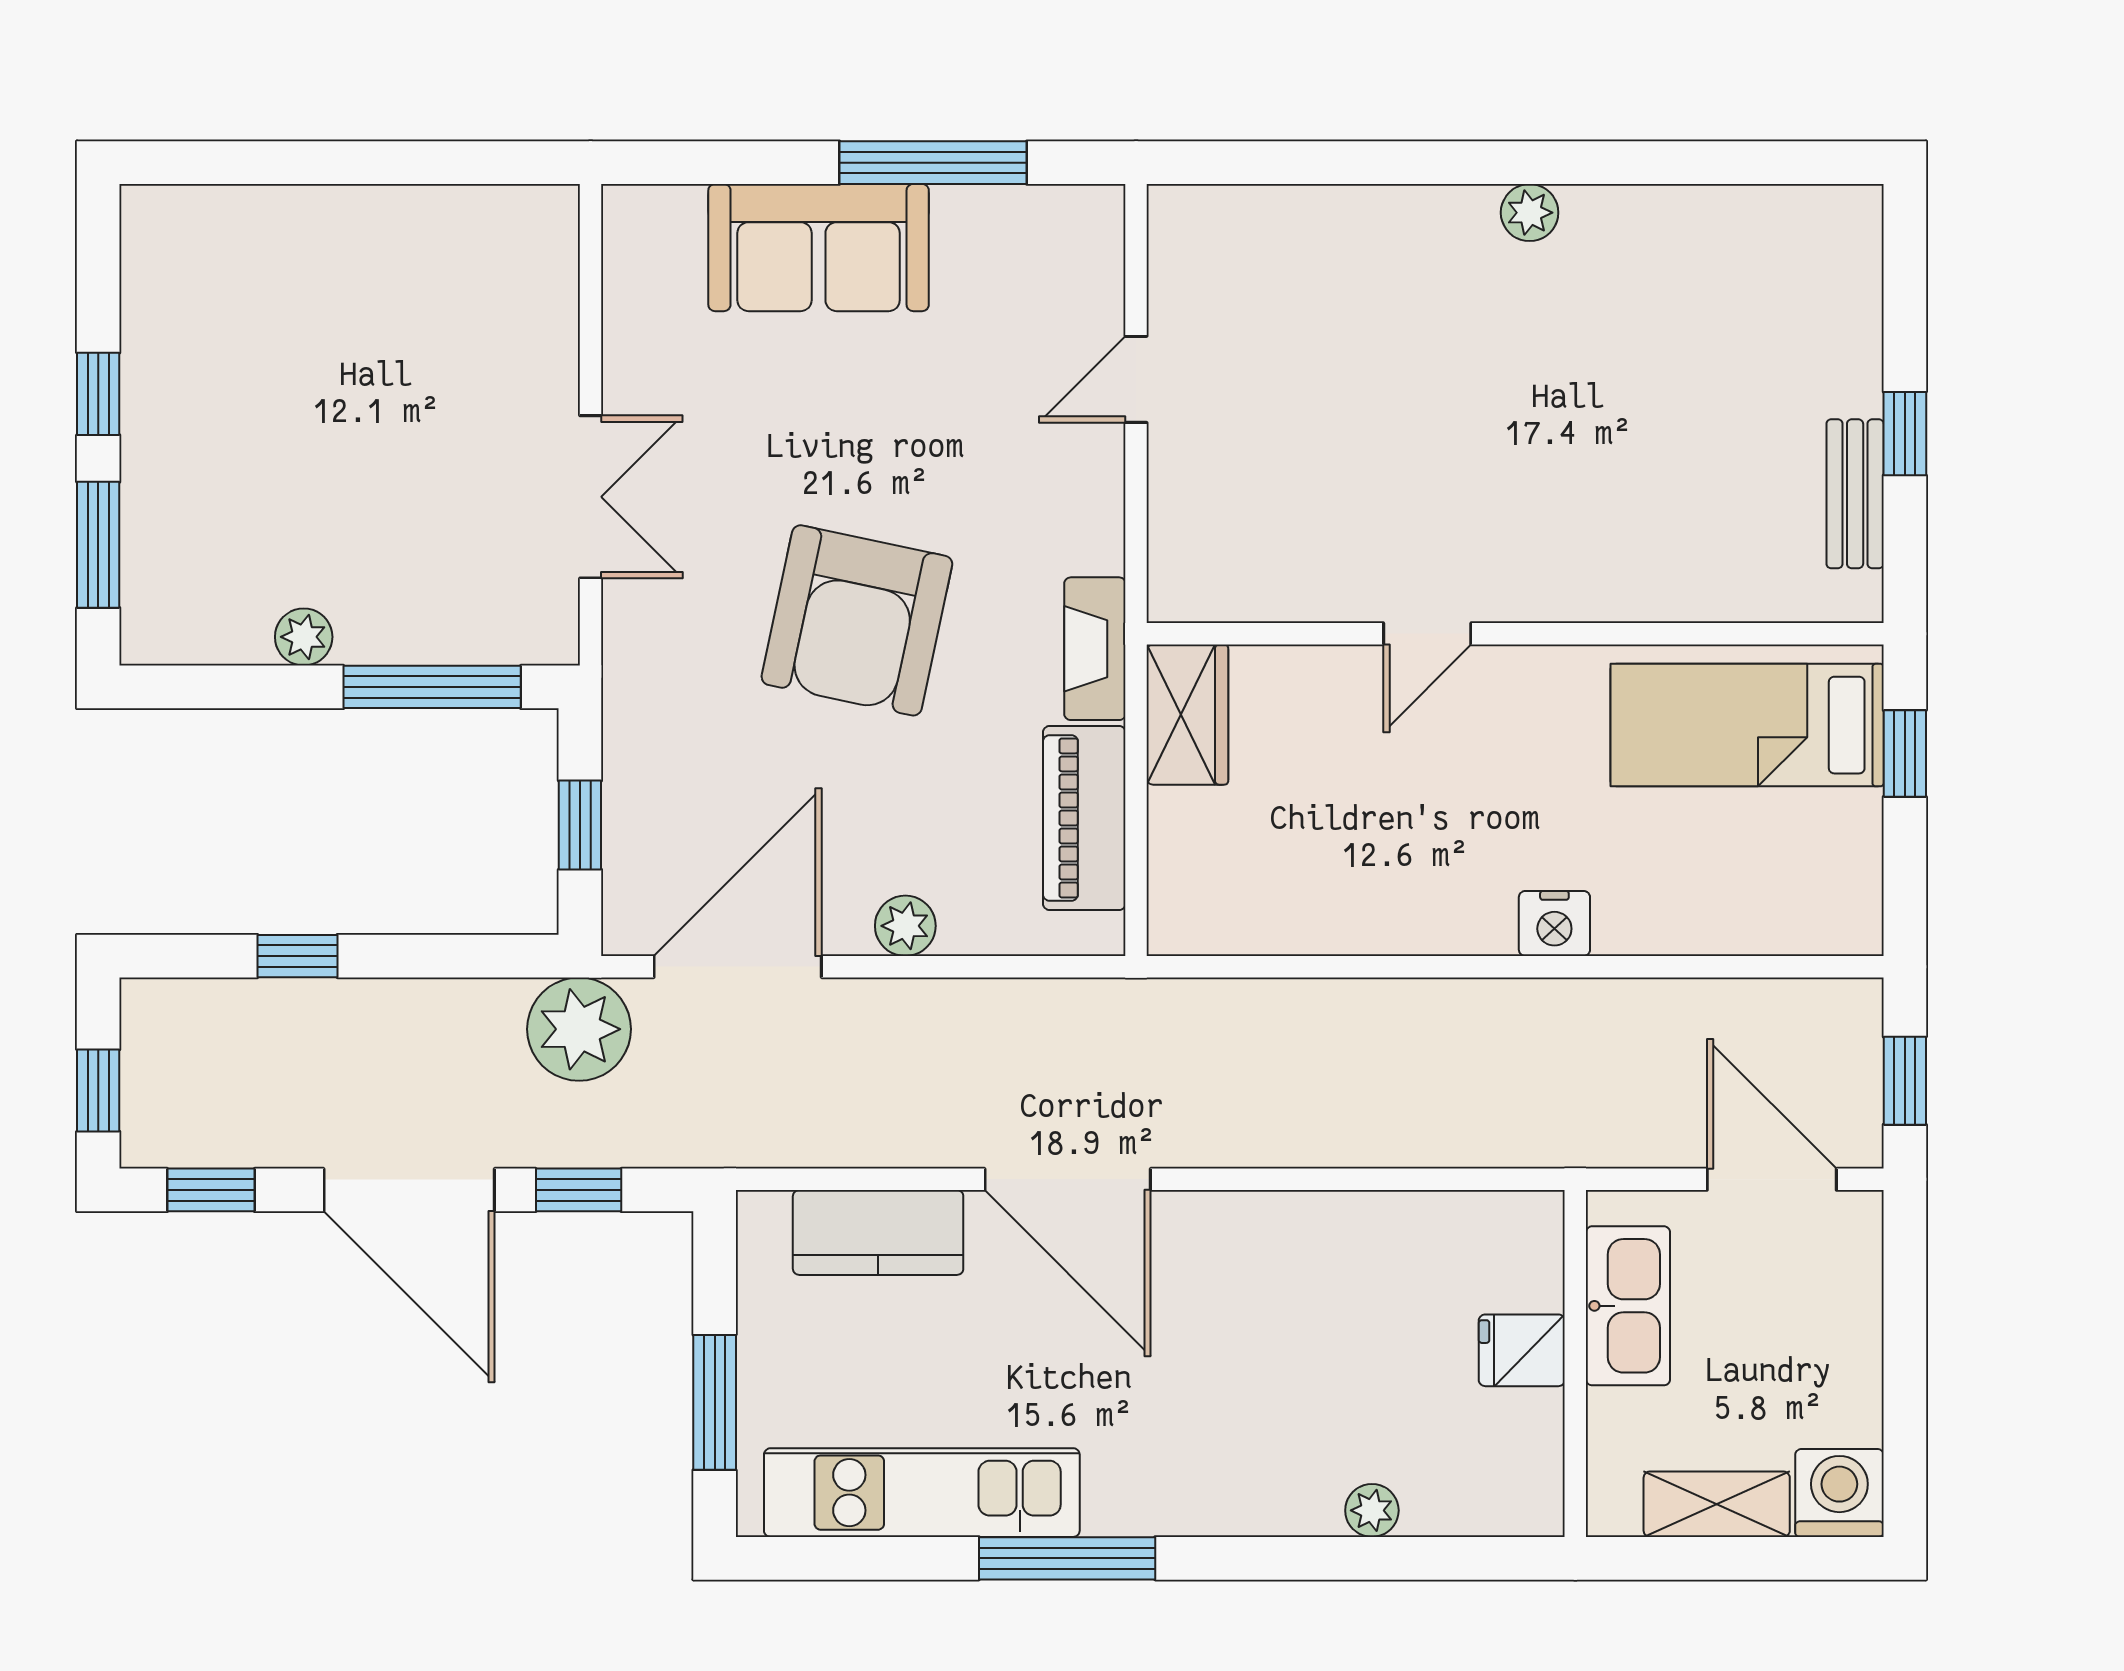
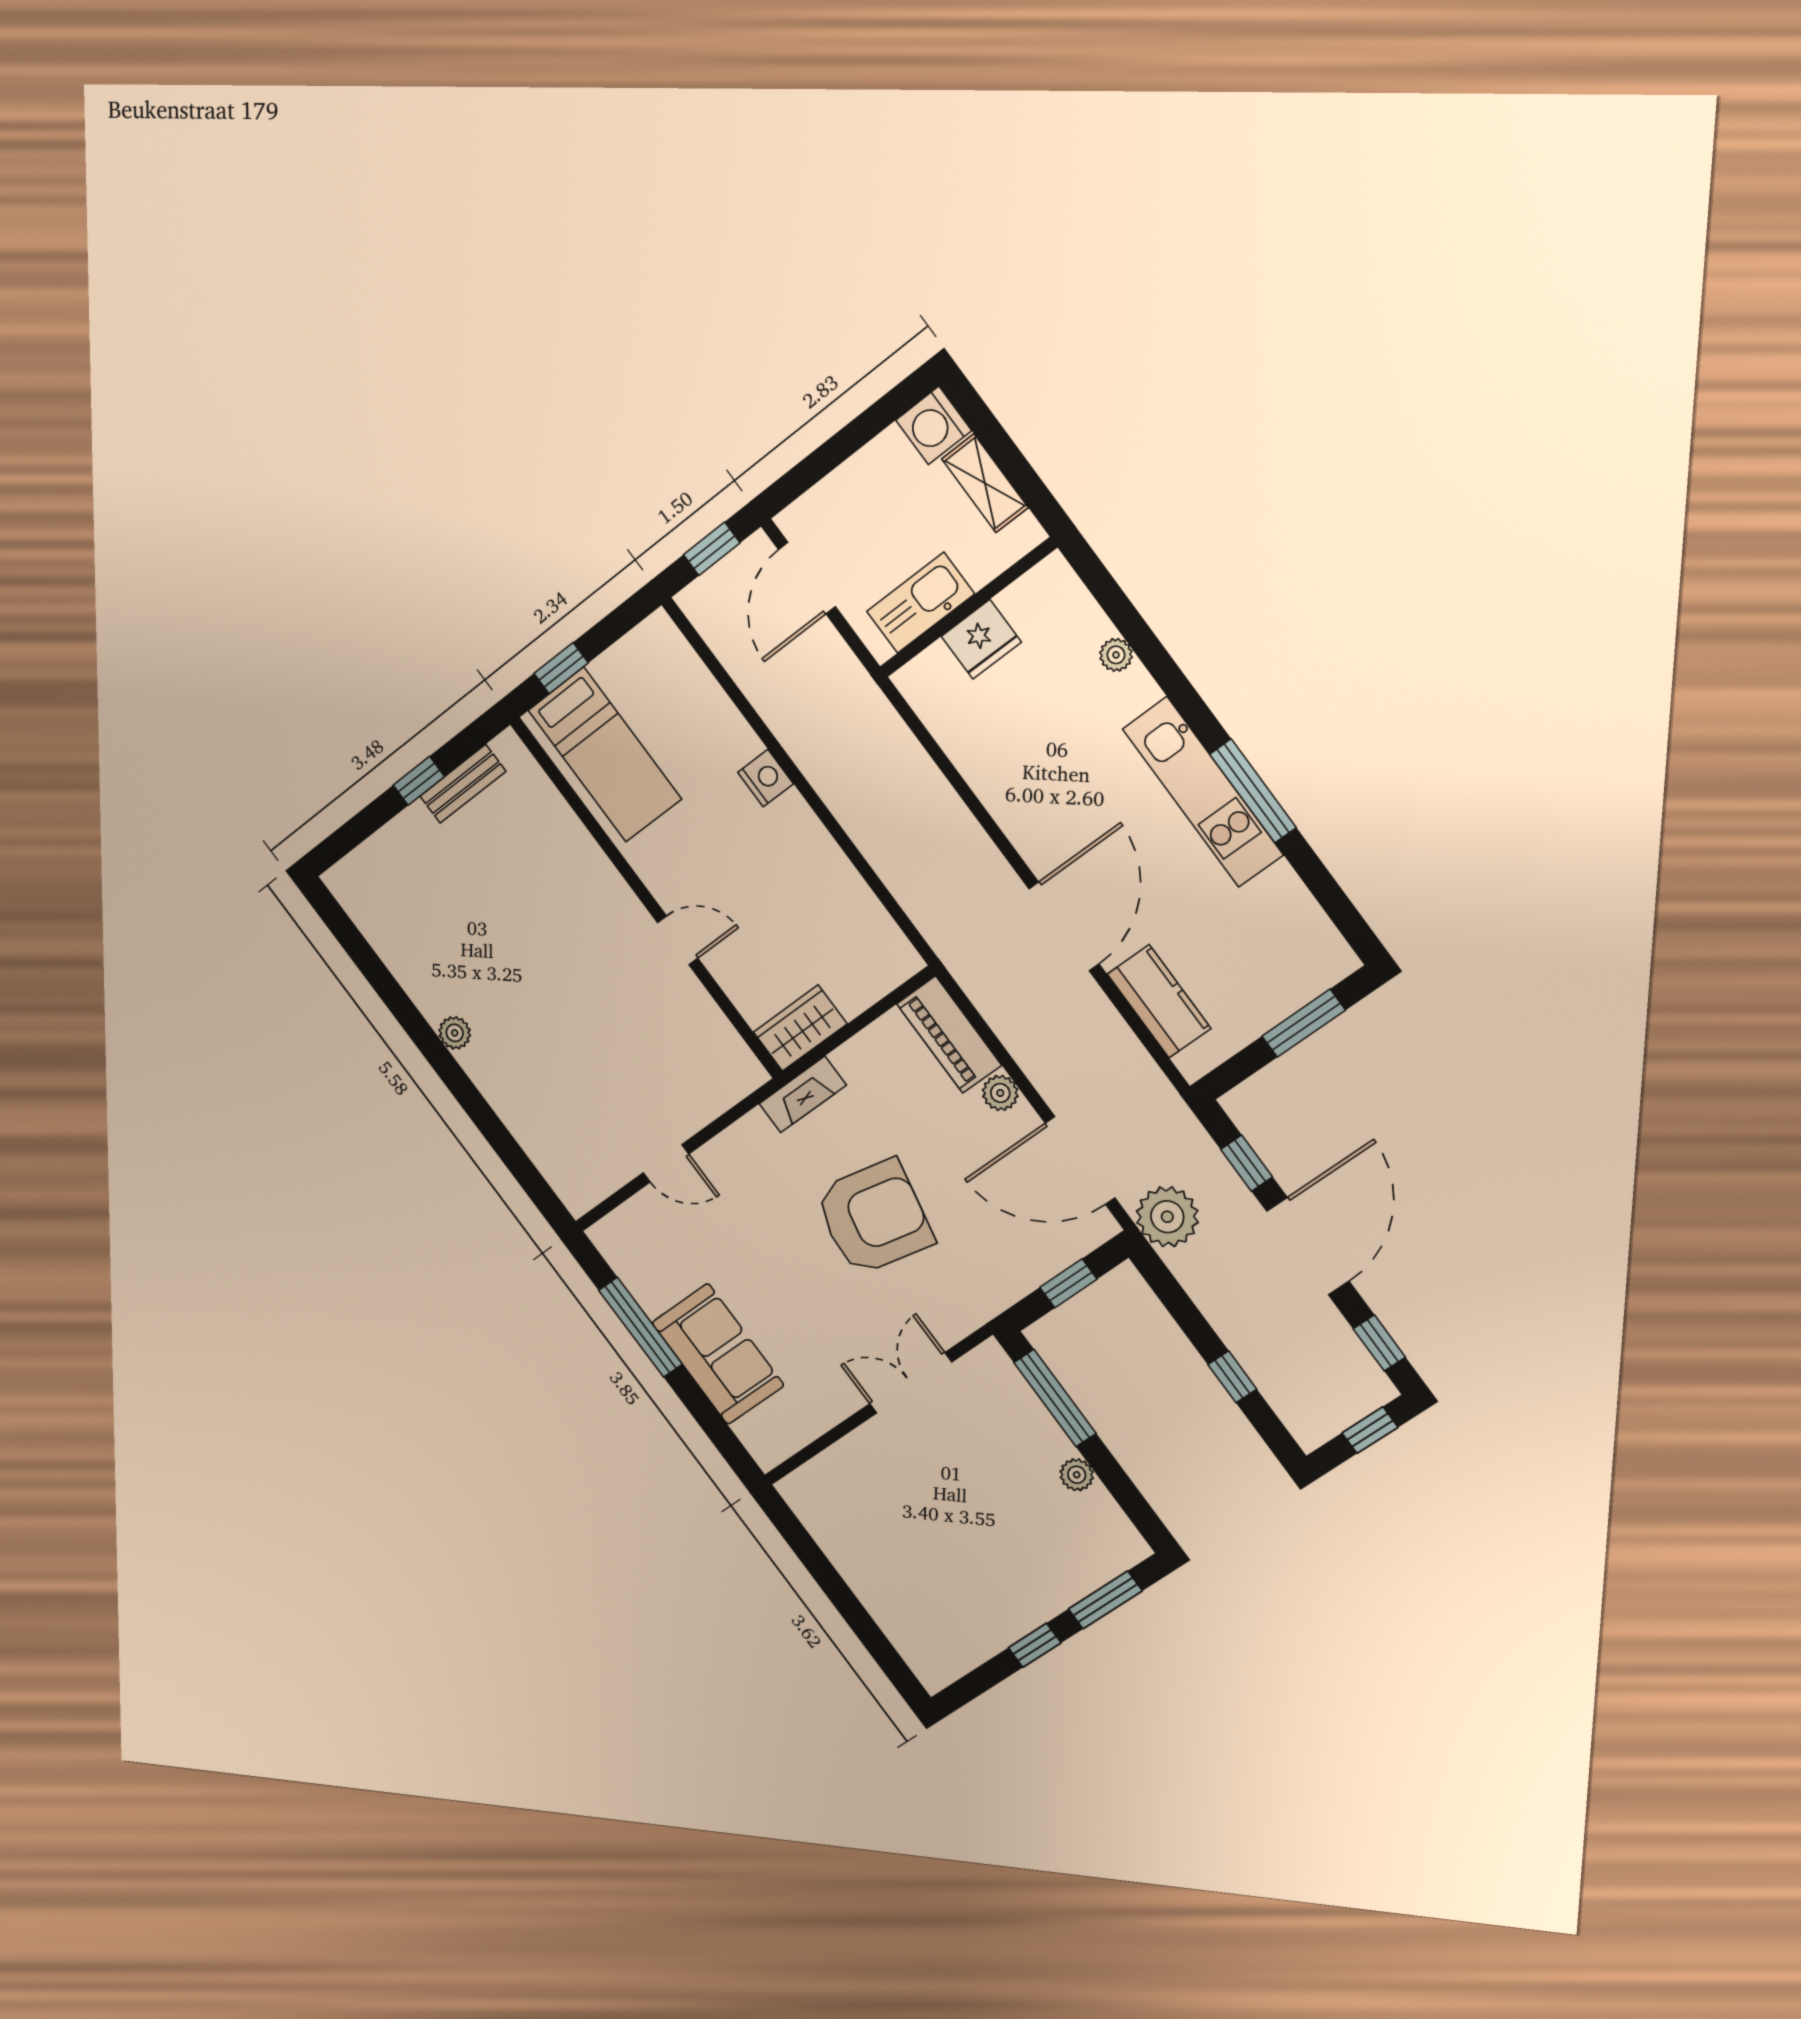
piano: (1084, 818) -> (949, 1035), moved, turned 90
fridge: (1522, 1350) -> (981, 639), width x1.38
kitchen unit: (922, 1493) -> (1203, 792), moved

